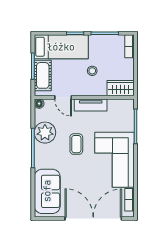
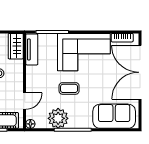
tv unit: (91, 105) -> (32, 49), moved

